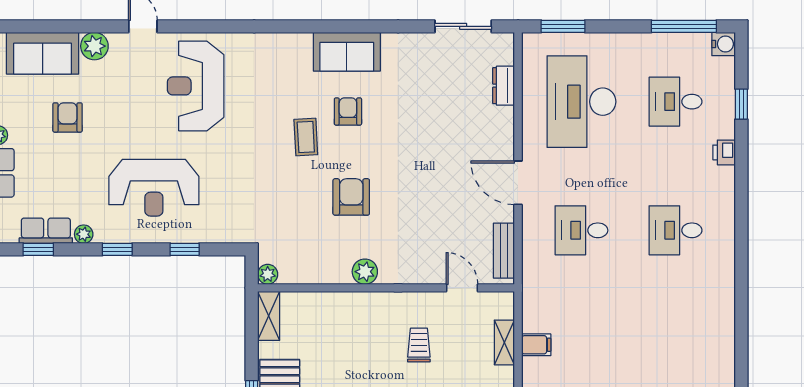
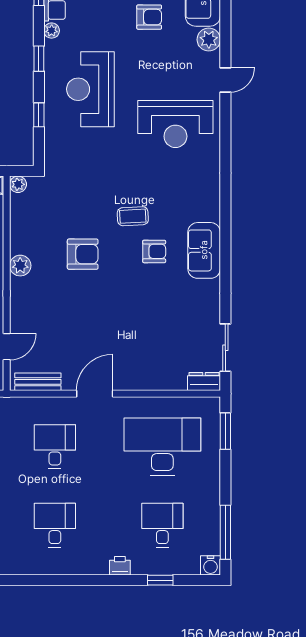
reception desk: (196, 86) -> (175, 124), turned 180
dresser: (504, 86) -> (204, 381), moved

